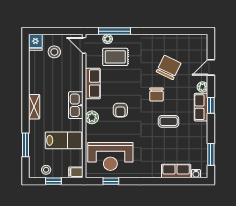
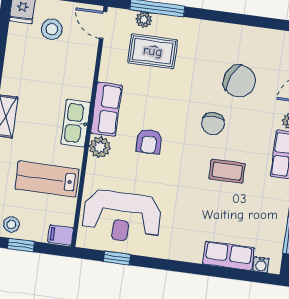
chair: (169, 67) -> (239, 81), turned 88
row of seats: (93, 84) -> (106, 109), moved
lab bench: (63, 140) -> (47, 179), turned 180

